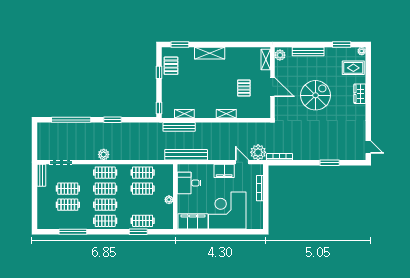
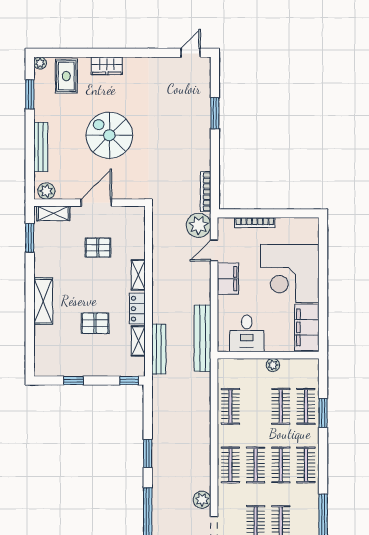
window: (180, 44) -> (30, 238), moved
pallet: (171, 66) -> (95, 323), moved
locker: (205, 113) -> (137, 309), added
plant: (104, 154) -> (202, 500), moved
clothes rail: (143, 189) -> (281, 406), moved

